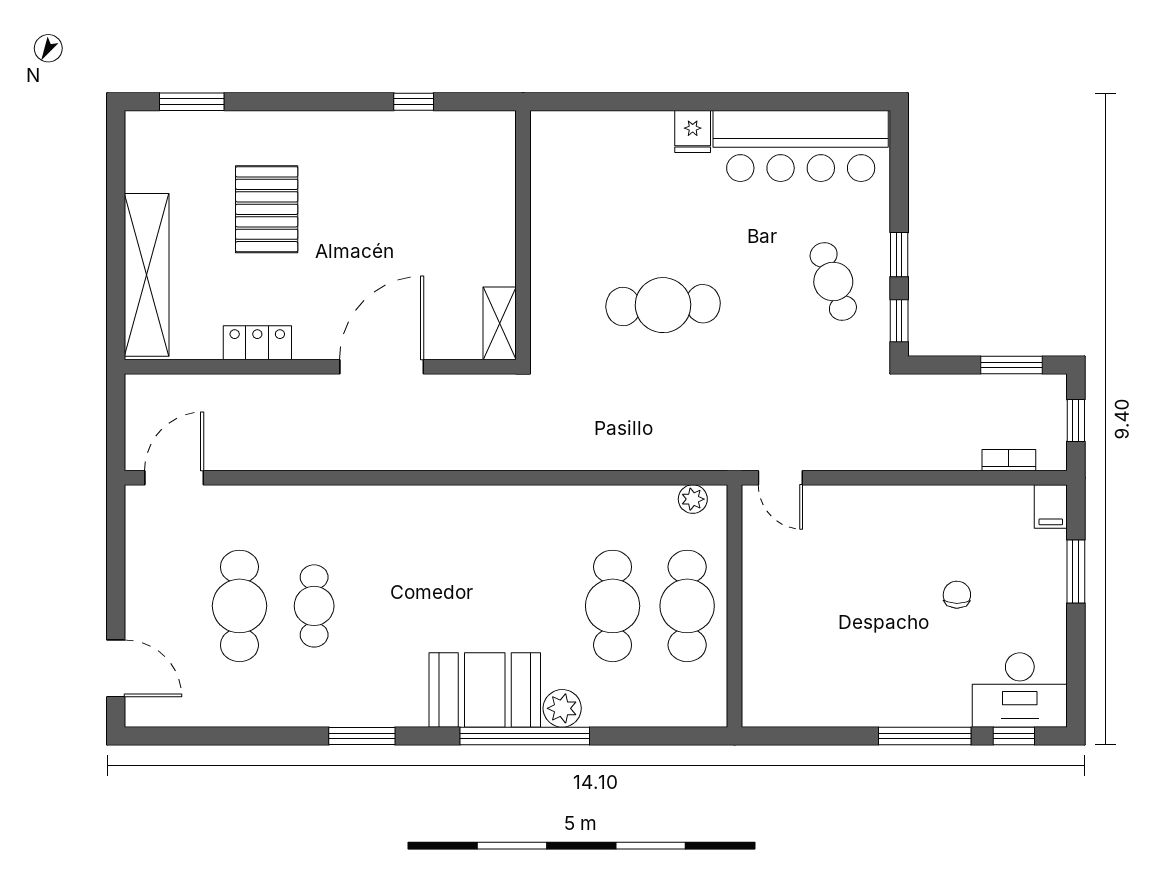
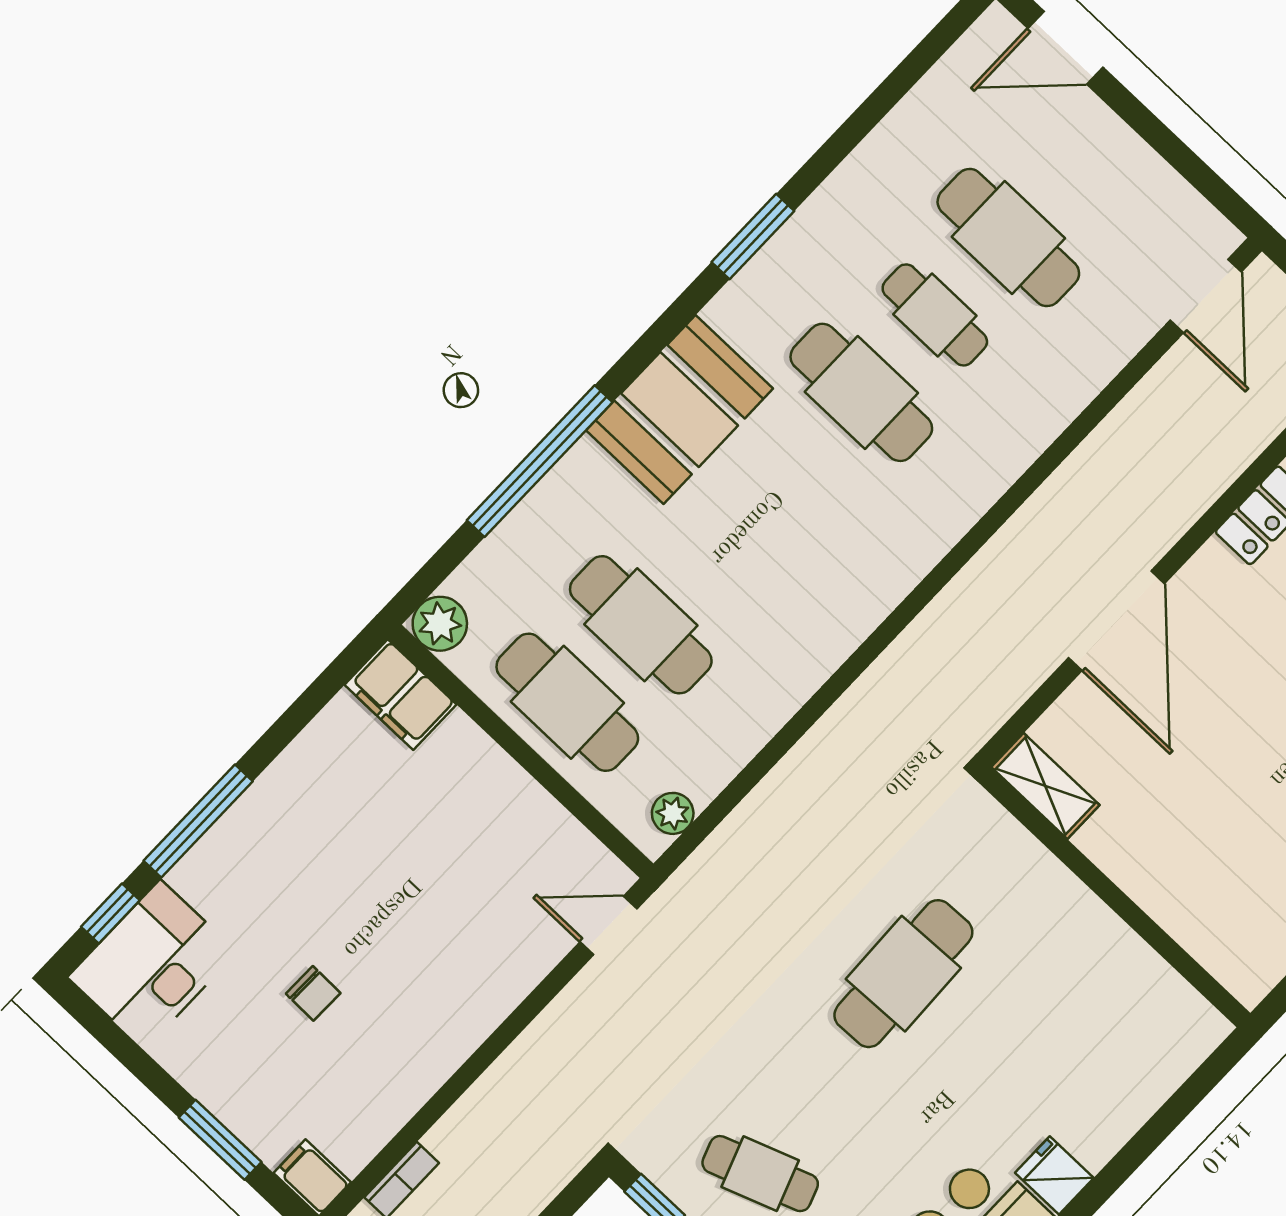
cafe table: (389, 606) -> (861, 392), added
filing cabinet: (763, 694) -> (401, 695), added
plant: (562, 708) -> (440, 624), moved
window: (525, 736) -> (540, 461), moved

